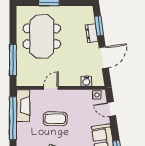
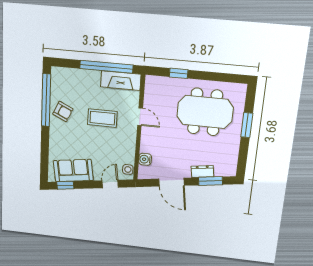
window: (13, 60) -> (179, 73), width x0.46
coffee table: (55, 119) -> (102, 118), turned 90

